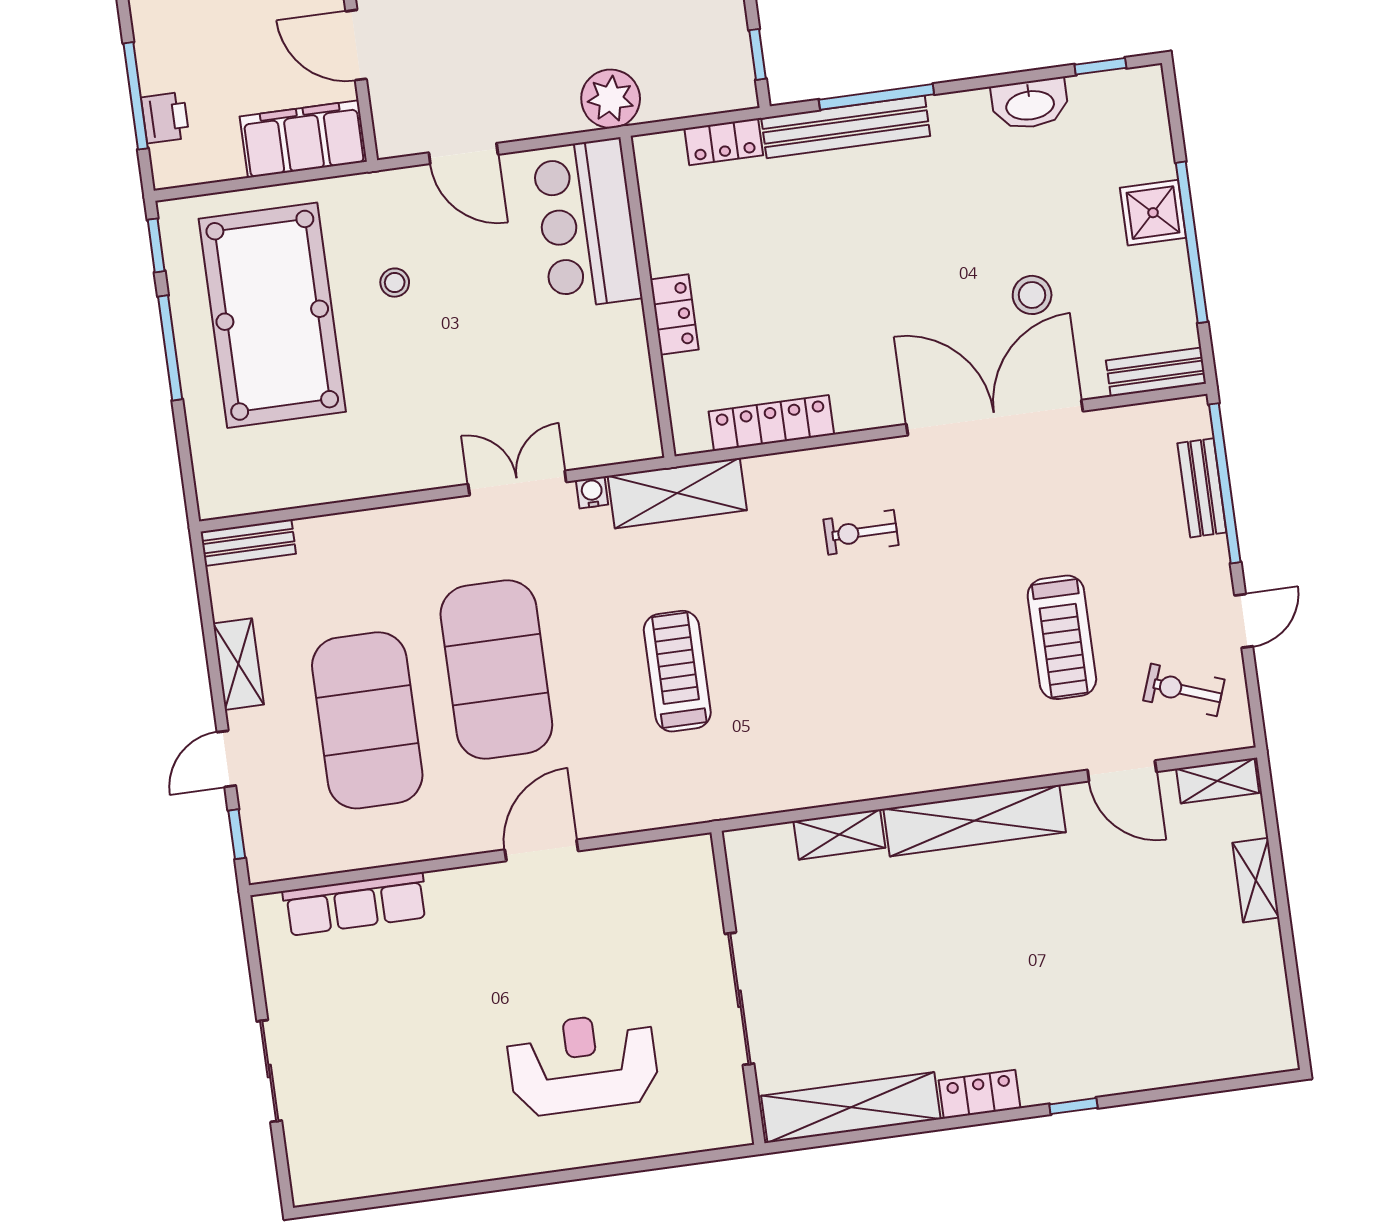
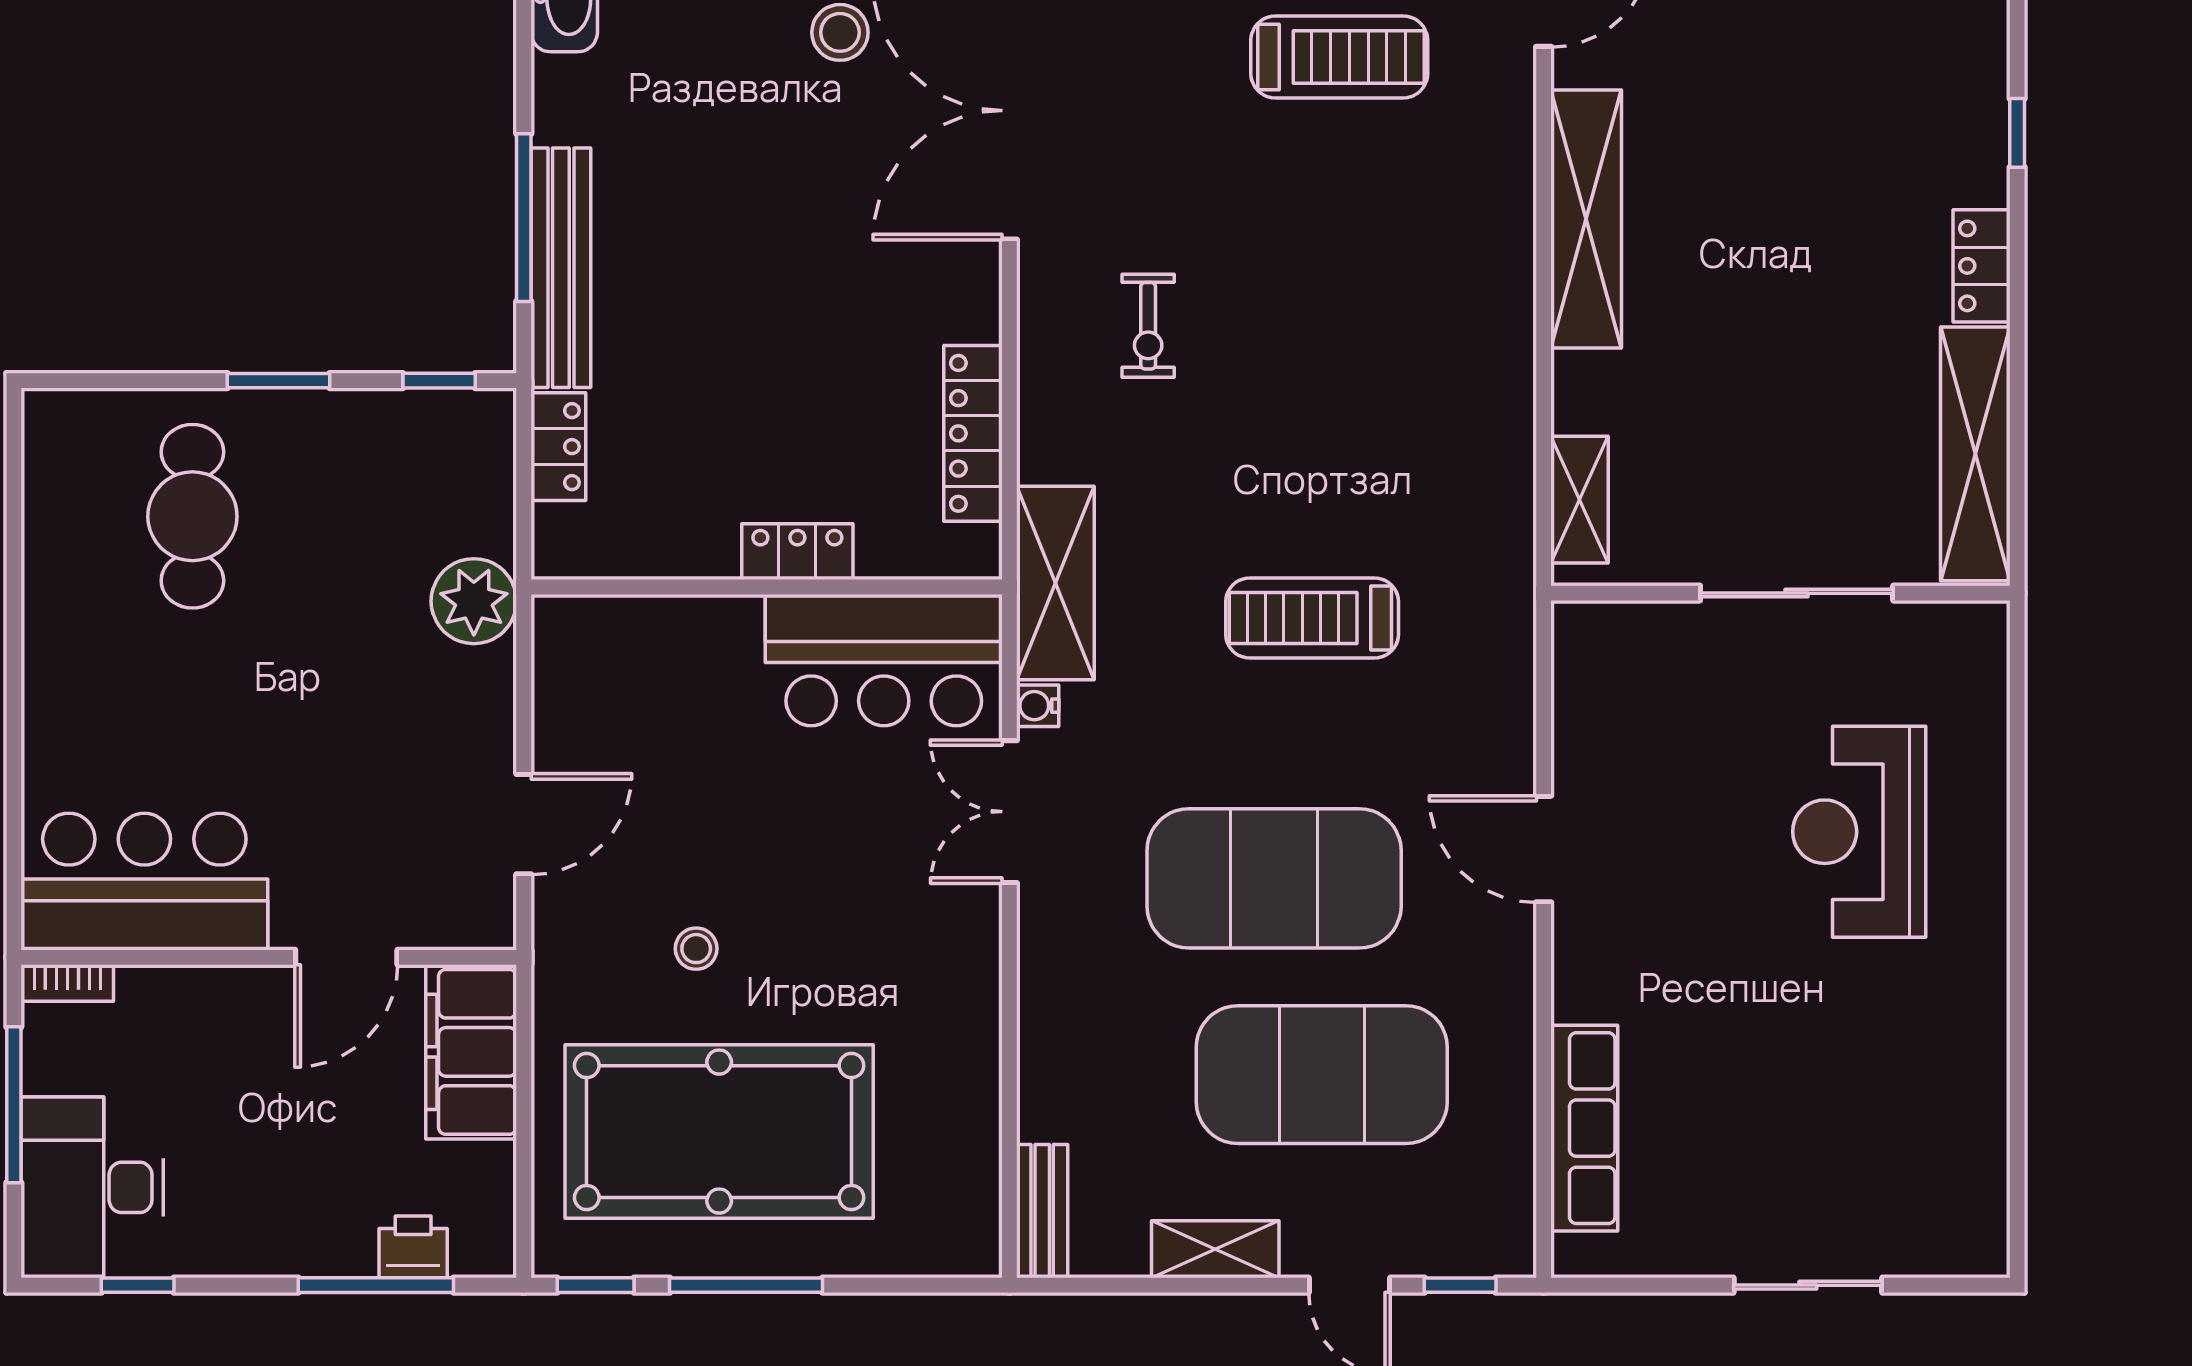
bar counter: (587, 224) -> (884, 660), moved
shelving: (839, 834) -> (1579, 500), moved

